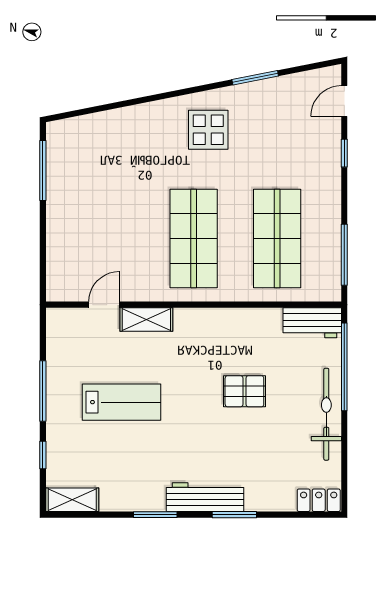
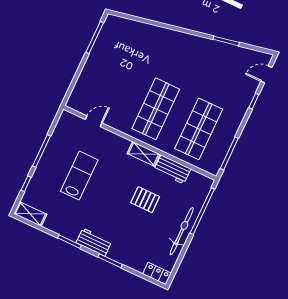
display table: (208, 130) -> (189, 56), removed
shelving: (146, 320) -> (144, 154), moved
workbench: (312, 323) -> (172, 169), moved
lab bench: (122, 402) -> (79, 176), turned -90
workbench: (205, 497) -> (94, 242), width x0.73

